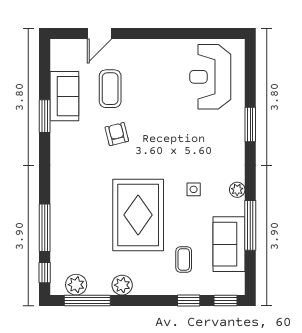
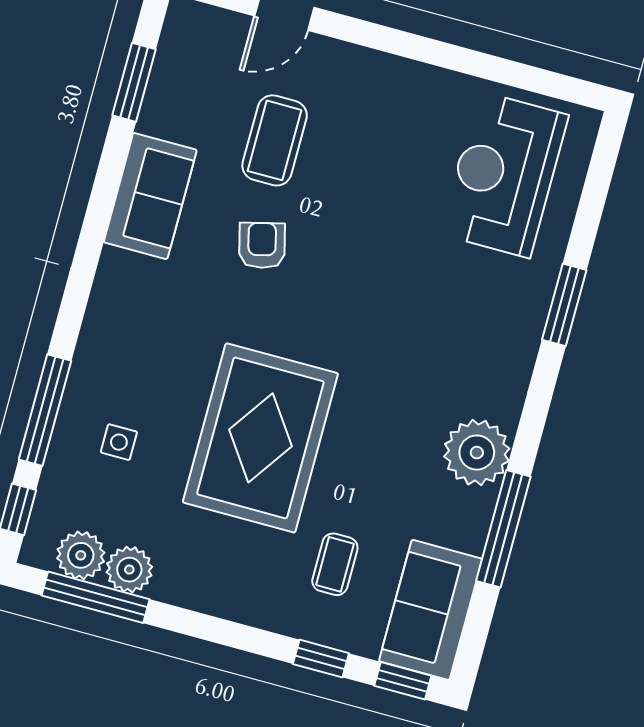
sofa: (64, 96) -> (150, 196), moved
window: (45, 116) -> (134, 82), moved
side table: (194, 189) -> (119, 442), moved
plant: (237, 190) -> (477, 453), width x1.87, depth x1.87
sofa: (229, 244) -> (431, 610), moved
plant: (122, 285) -> (129, 570), moved

